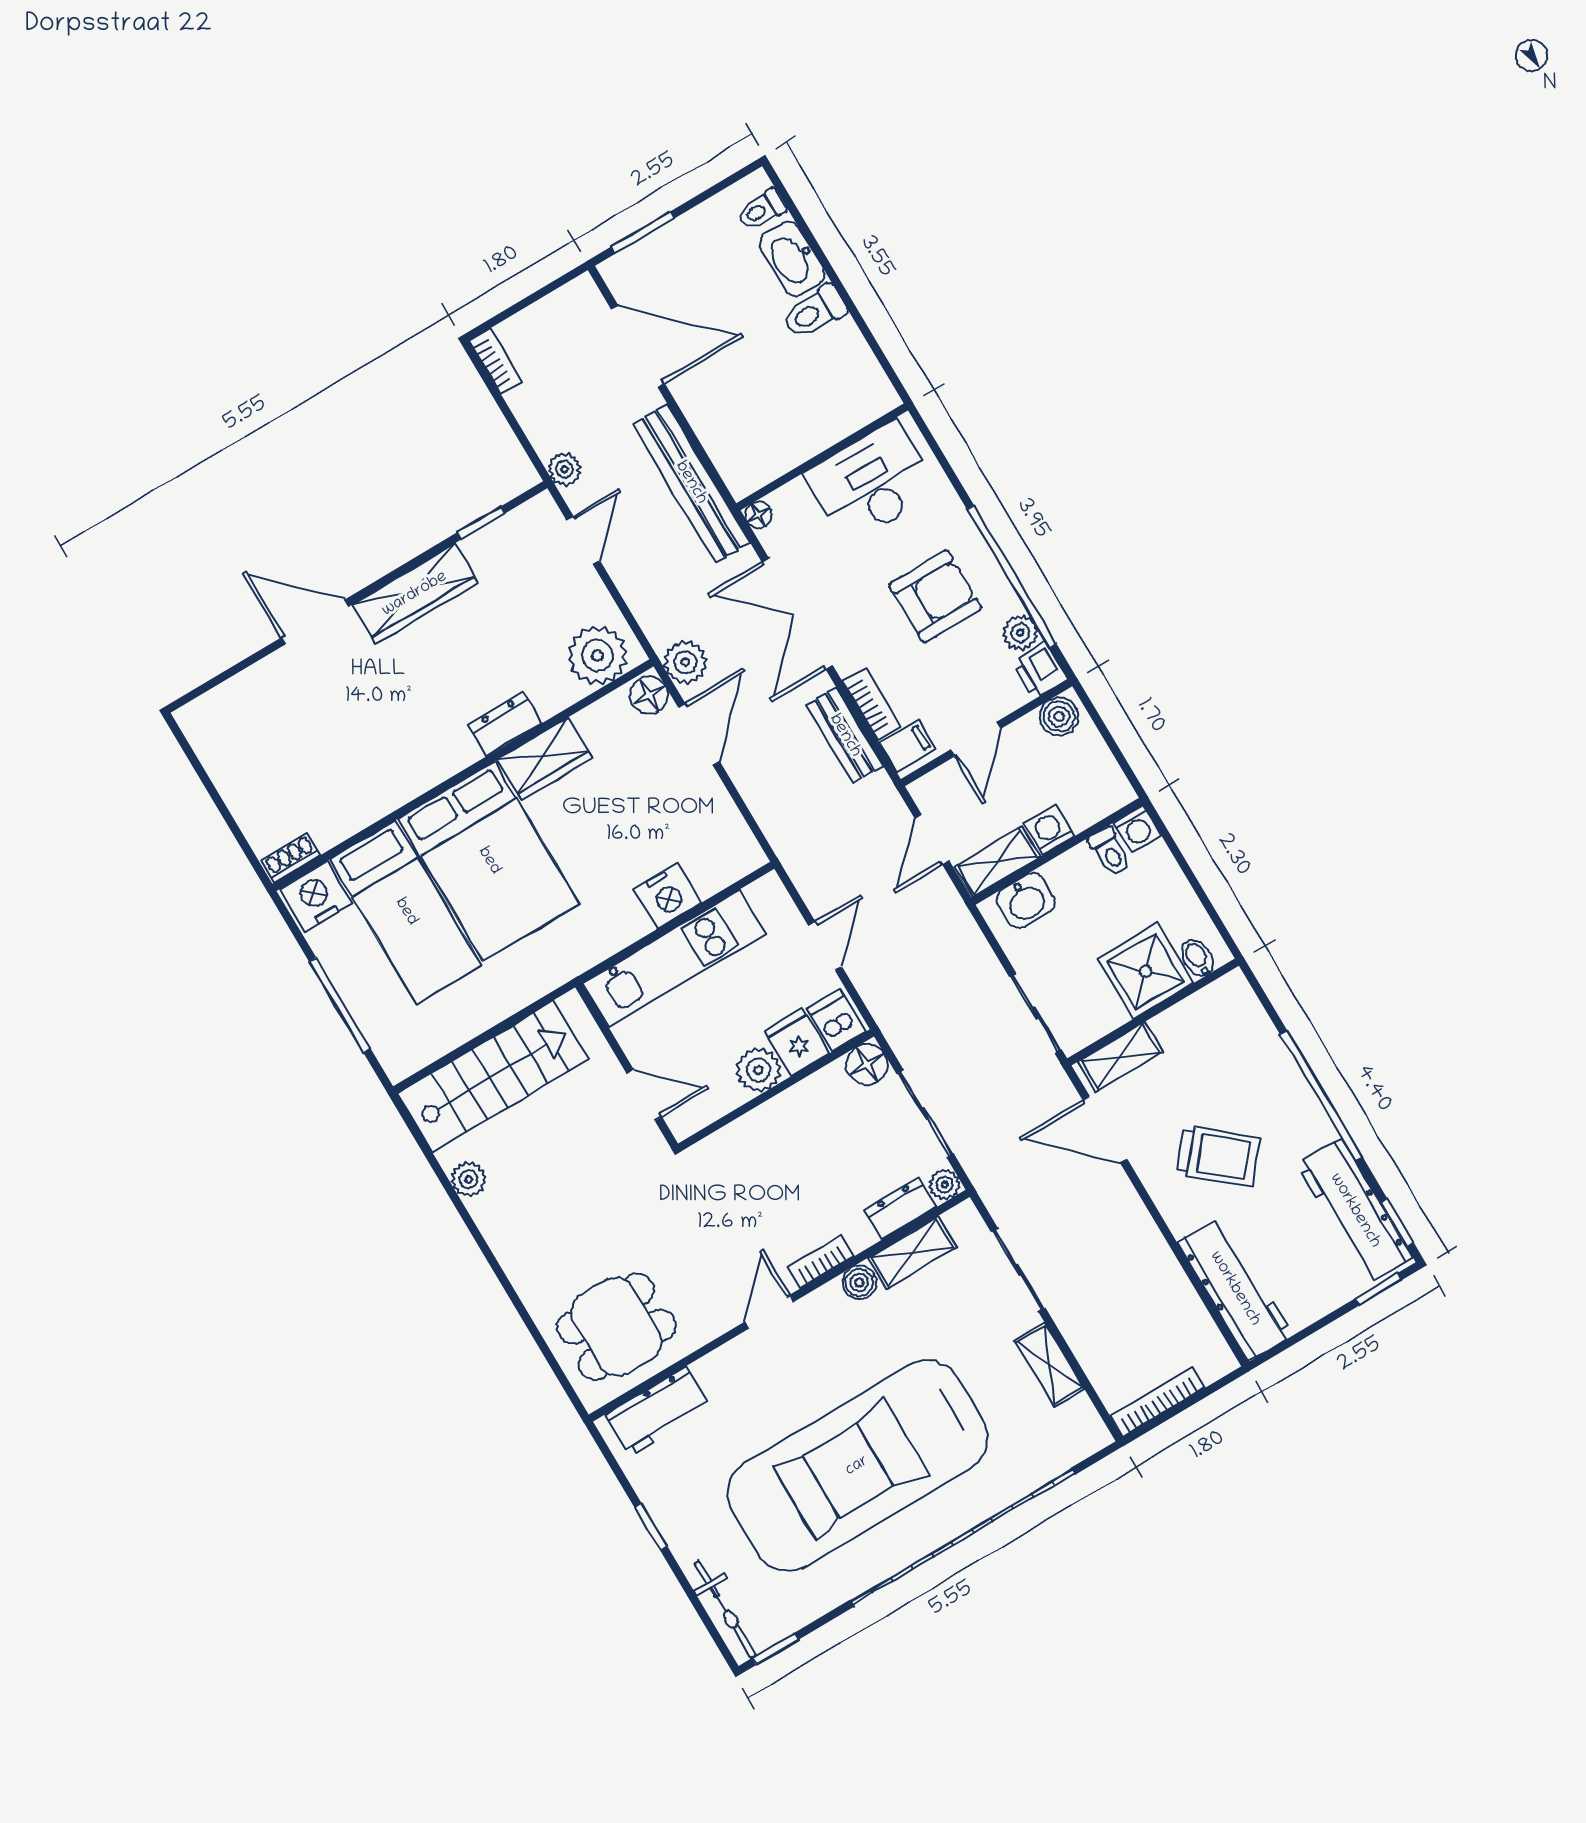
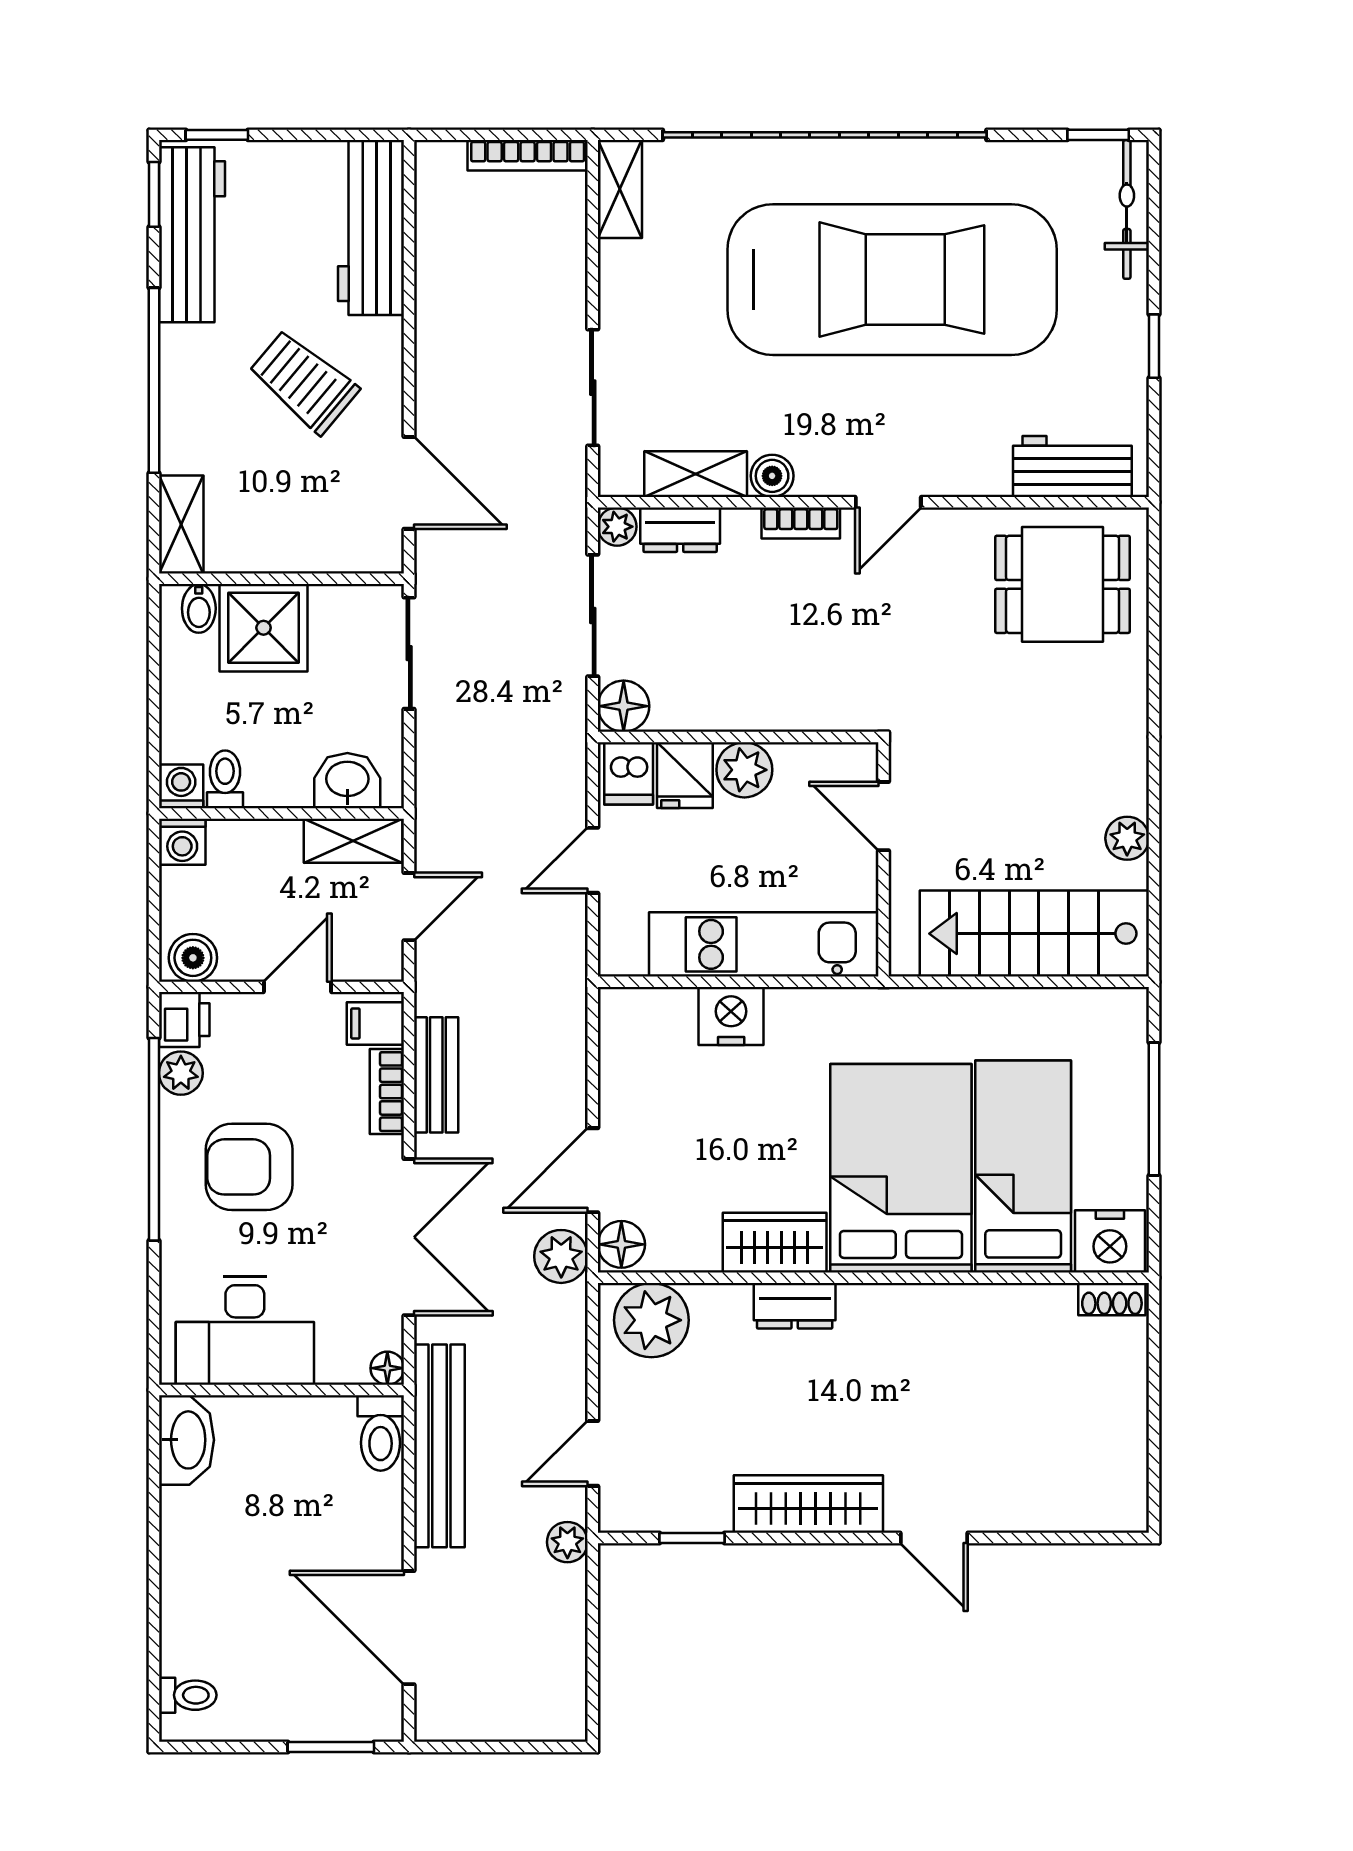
washbasin: (792, 259) -> (187, 1440), moved
toilet: (814, 312) -> (381, 1433), moved, turned 90
bookcase: (496, 361) -> (572, 1703), removed
door: (315, 622) -> (934, 1538), width x0.73
washing machine: (1049, 830) -> (182, 842), moved
shelving: (1120, 1057) -> (181, 525), moved, turned 90
shelving: (1050, 1365) -> (620, 189), moved

